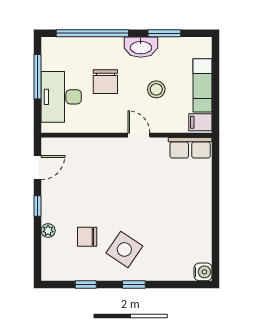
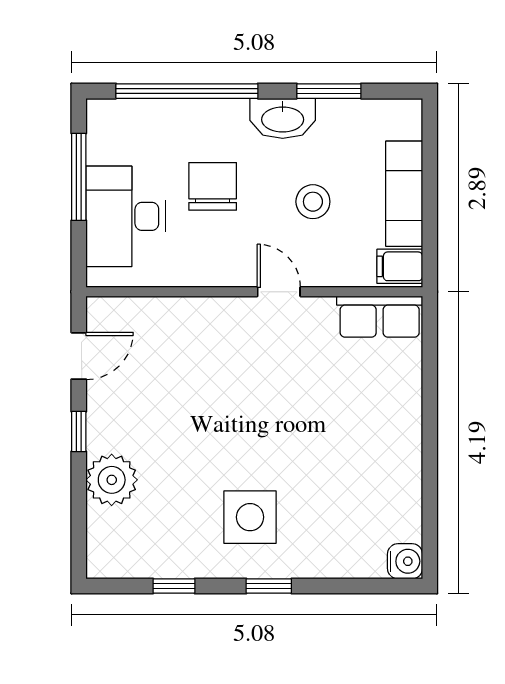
chair: (105, 82) -> (213, 186), turned 180
plant: (48, 231) -> (112, 480), width x1.87, depth x1.87
chair: (87, 237) -> (177, 492), removed
side table: (124, 249) -> (250, 517), turned -34

